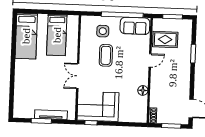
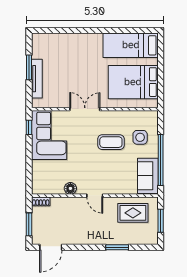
bed: (57, 35) -> (133, 82), width x1.50
rug: (165, 39) -> (133, 213), turned 90
door: (150, 60) -> (95, 196), moved

